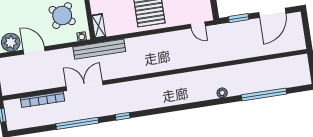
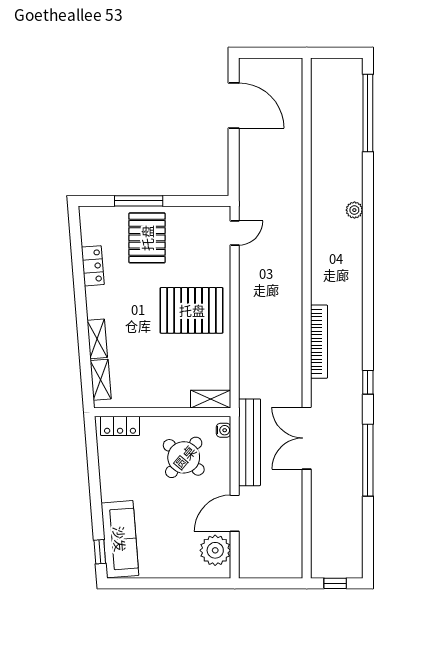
window: (239, 18) -> (234, 163), removed
bench: (99, 49) -> (249, 442), moved
window: (264, 94) -> (368, 113), moved
bookcase: (43, 100) -> (319, 342), moved

